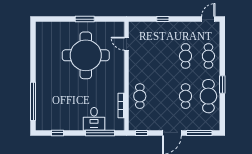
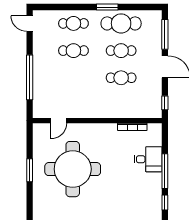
window: (163, 19) -> (30, 77), width x3.17
cafe table: (140, 96) -> (121, 78), moved
window: (100, 133) -> (165, 171), moved

